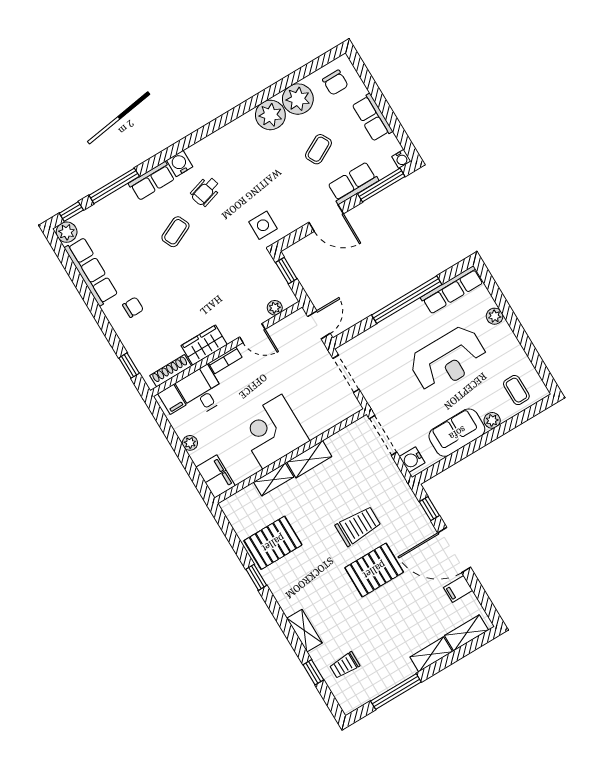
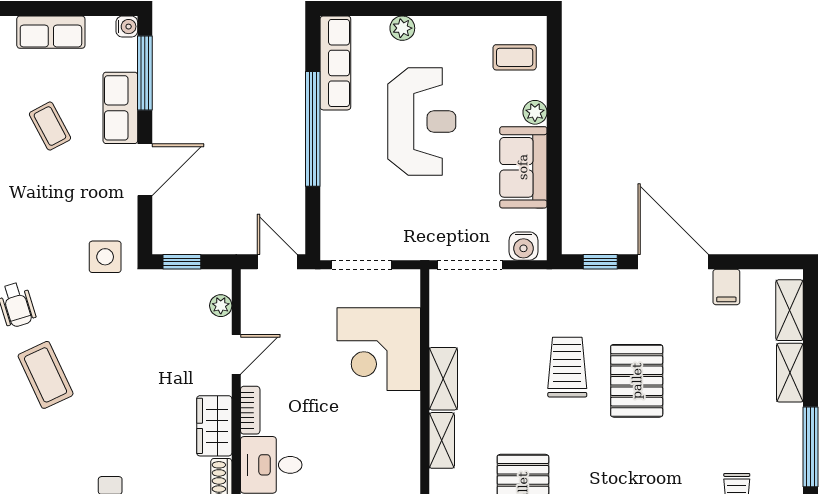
coffee table: (175, 232) -> (46, 375), width x1.36, depth x1.30
corner desk: (272, 432) -> (379, 349), moved
door: (454, 550) -> (673, 262), swing flipped

